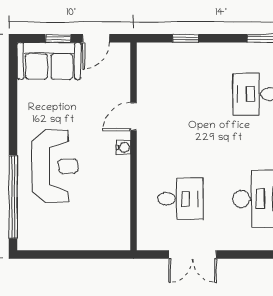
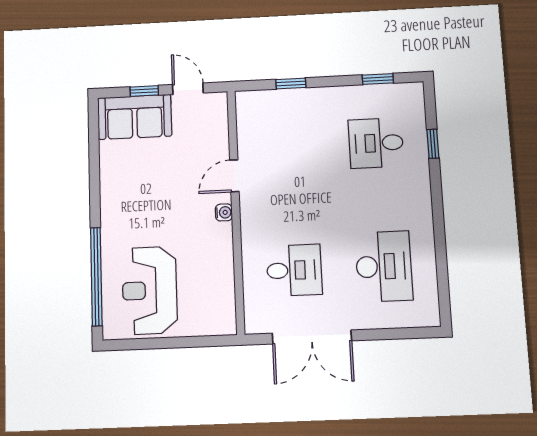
door: (96, 38) -> (188, 89), swing flipped
reception desk: (55, 166) -> (150, 290), moved, turned 180
double door: (192, 255) -> (312, 337), width x1.37

